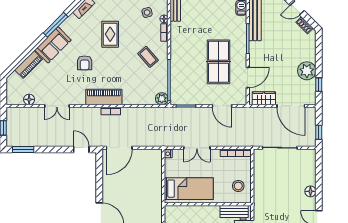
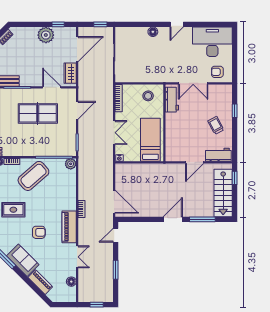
coffee table: (148, 57) -> (33, 176), width x1.86, depth x1.72
piano: (104, 97) -> (69, 227), moved
window: (23, 149) -> (116, 270), moved

